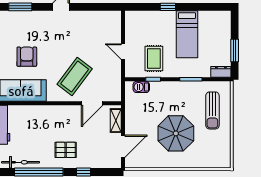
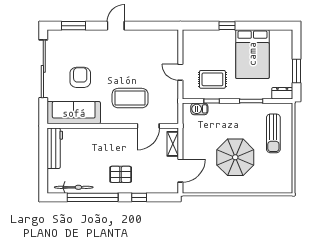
bed: (187, 34) -> (252, 54), width x1.50
rug: (154, 59) -> (212, 79), turned 90
coffee table: (75, 77) -> (130, 98), turned 53

